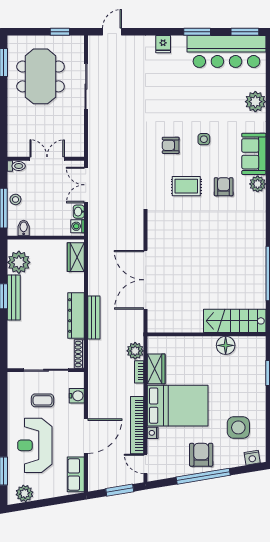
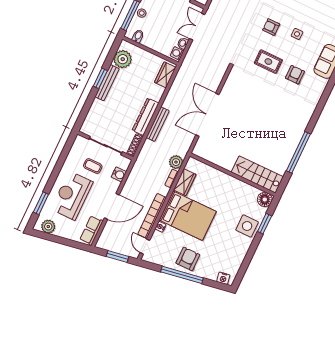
plant: (258, 184) -> (320, 84), removed
floor lamp: (226, 345) -> (265, 199), moved
side table: (238, 427) -> (247, 226), moved

